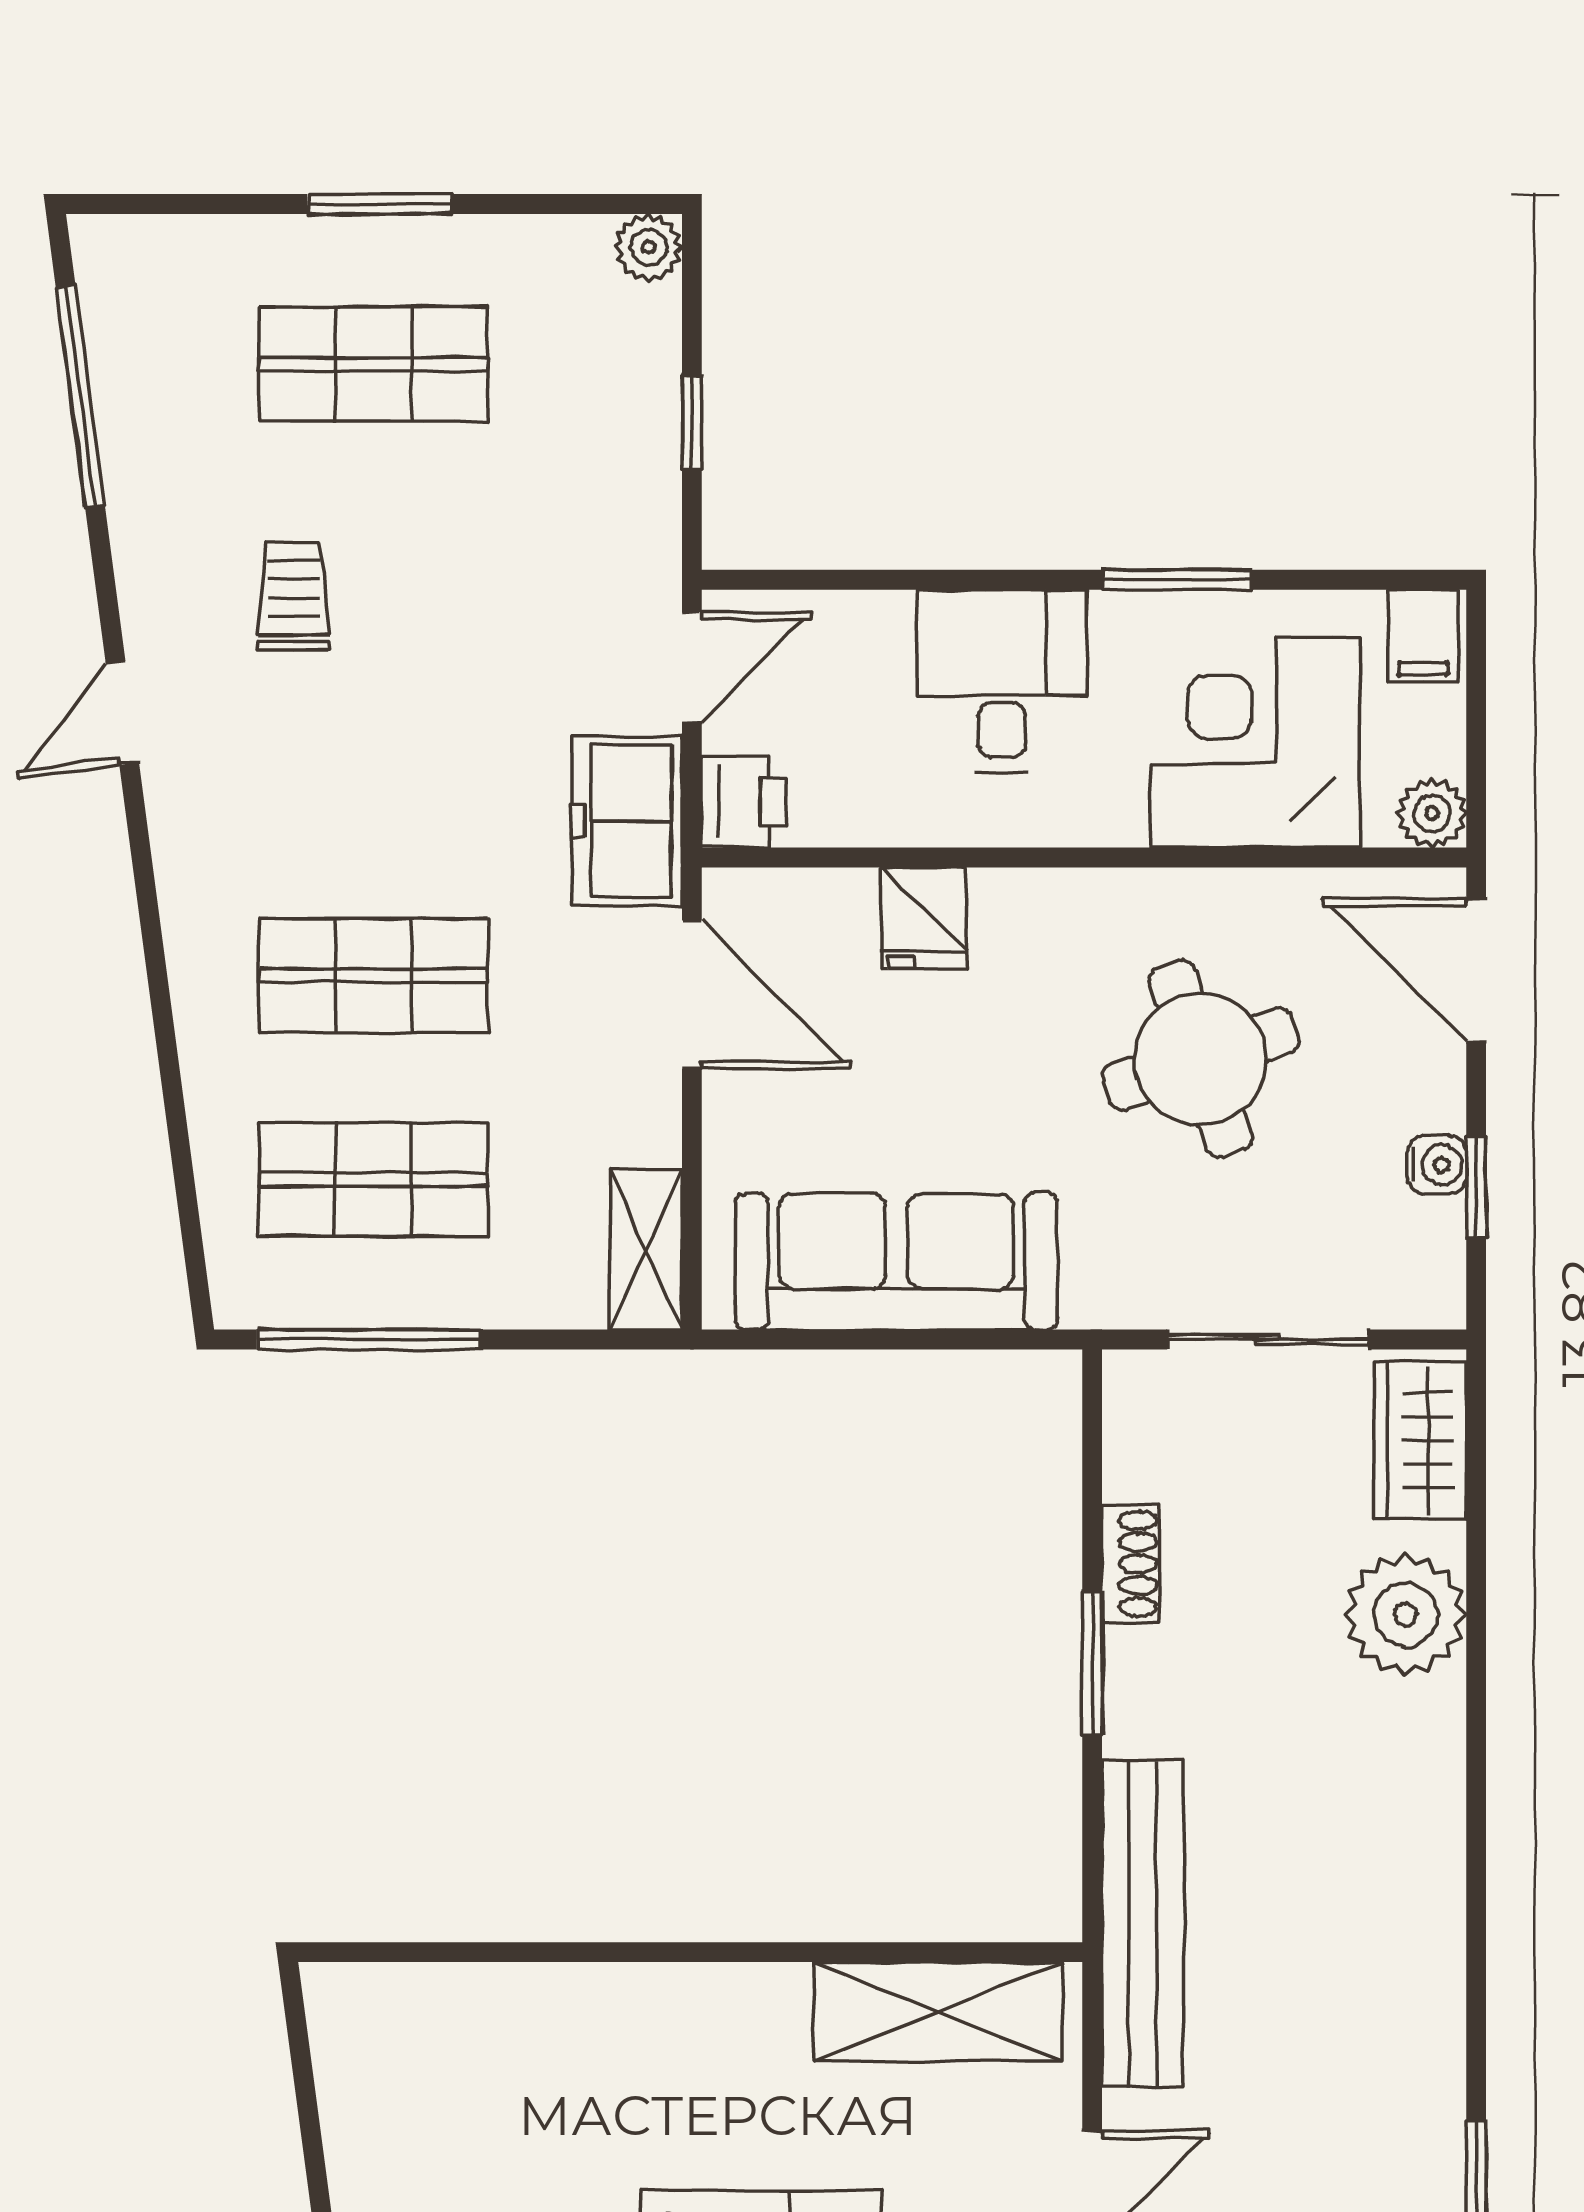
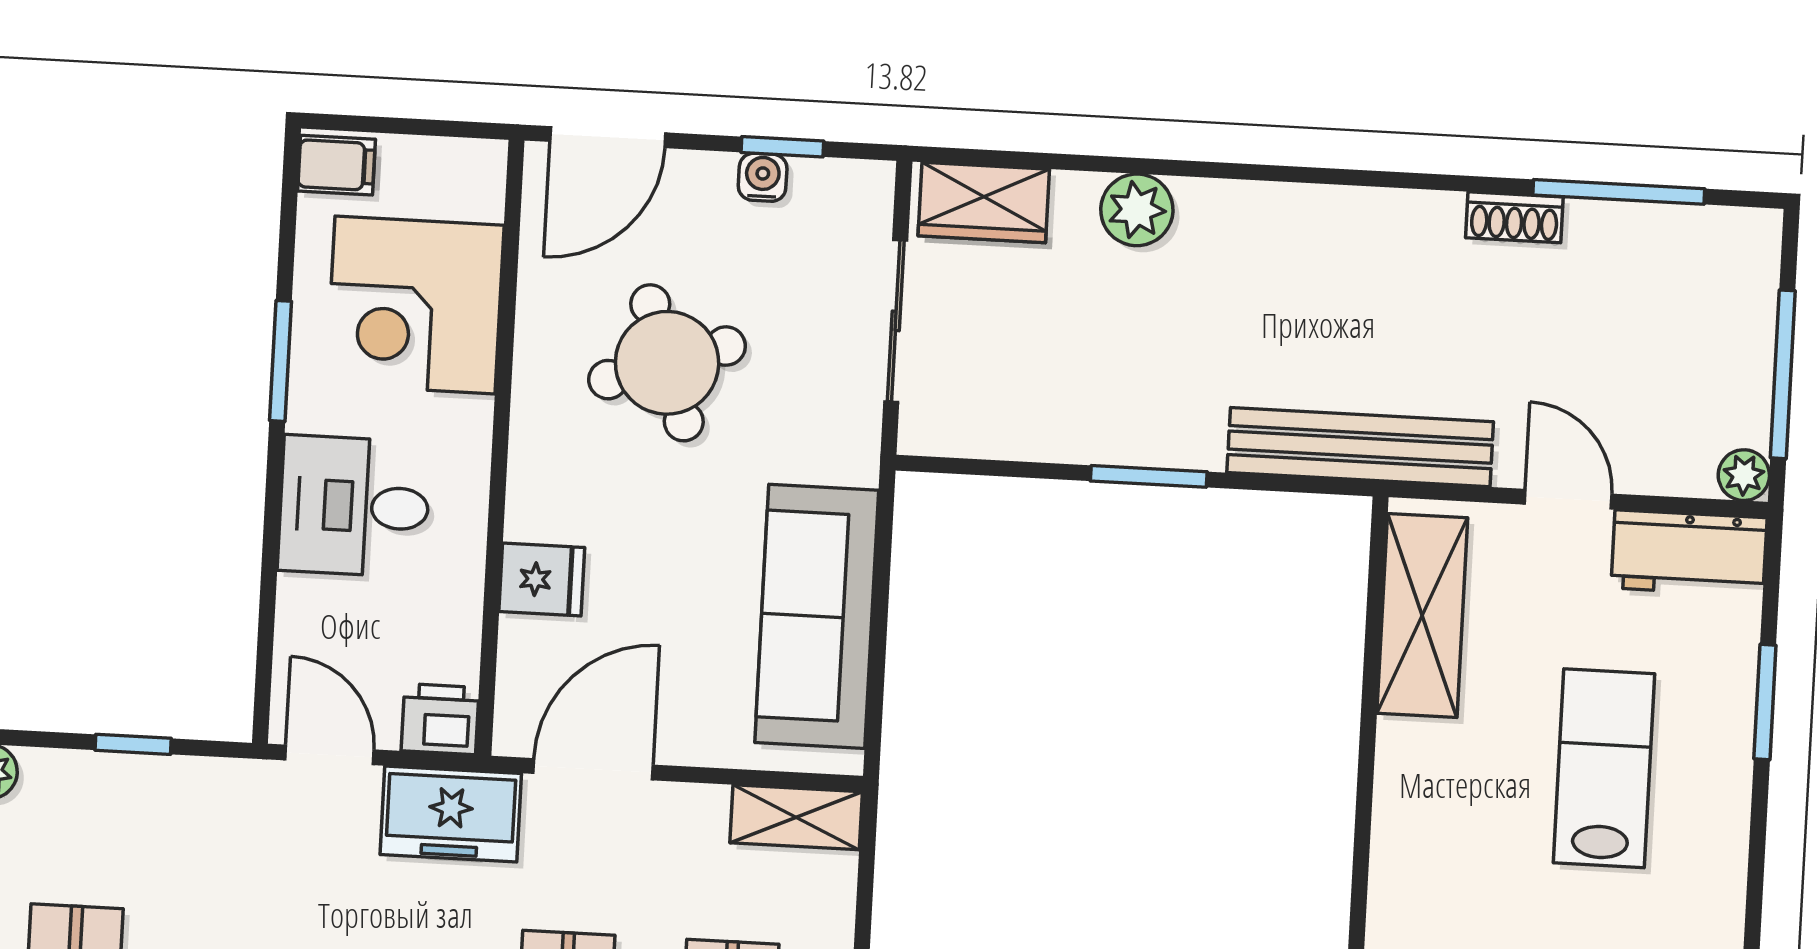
plant: (1432, 813) -> (480, 166), removed
shoe rack: (1131, 1564) -> (1514, 217), moved, turned 180
plant: (1405, 1615) -> (1137, 210), width x0.73, depth x0.73

